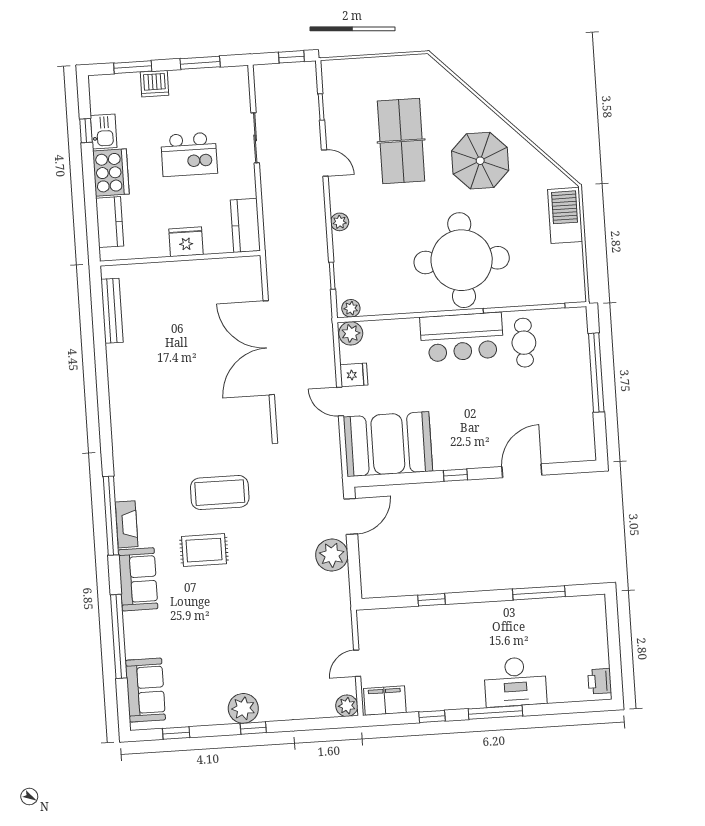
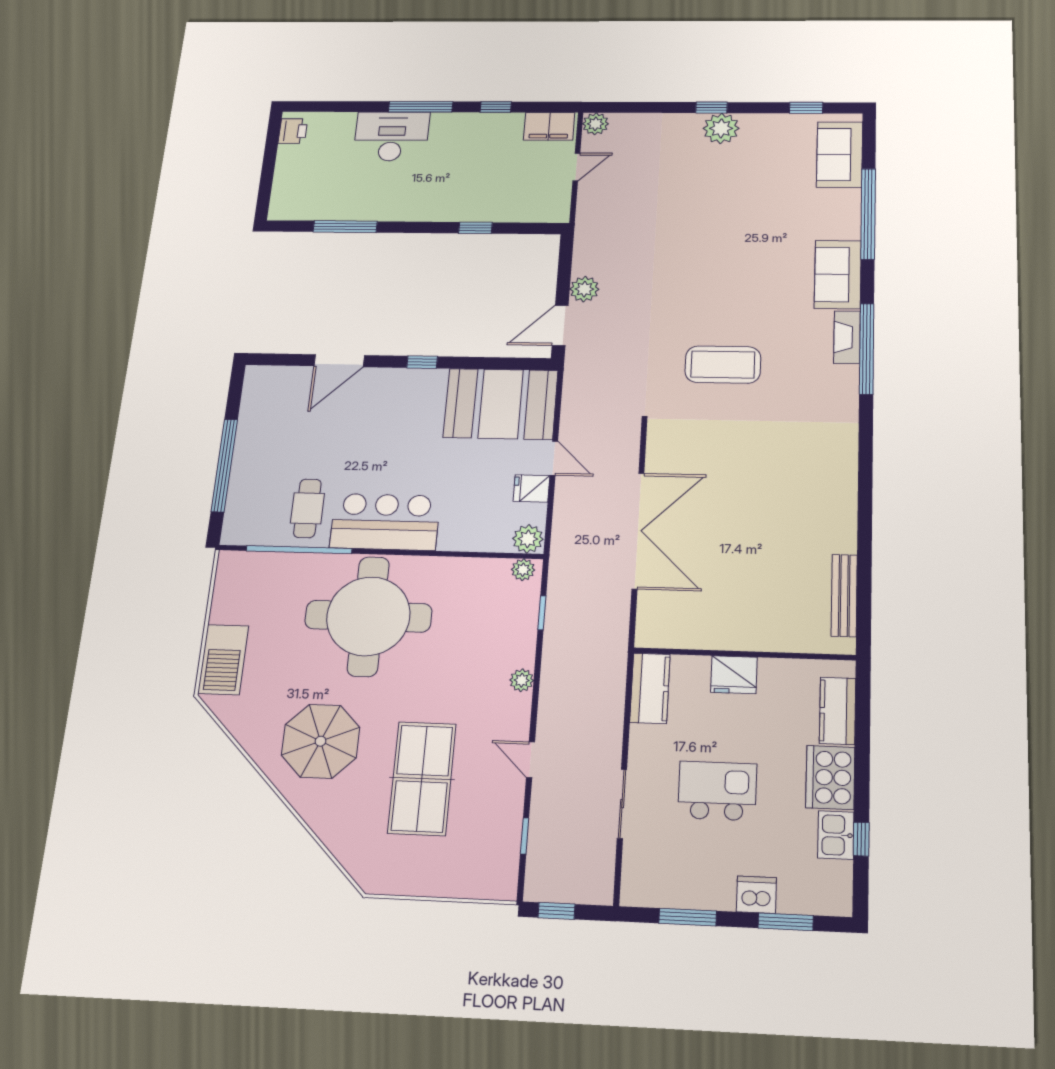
rug: (204, 550) -> (750, 301), removed
plant: (332, 555) -> (584, 289), width x0.73, depth x0.73

